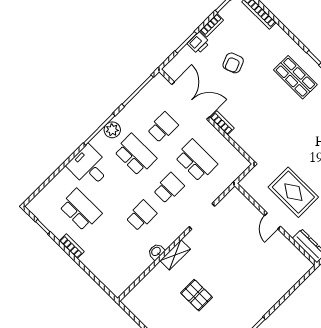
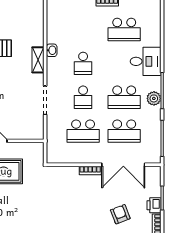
school desk: (163, 127) -> (124, 131), width x1.85

